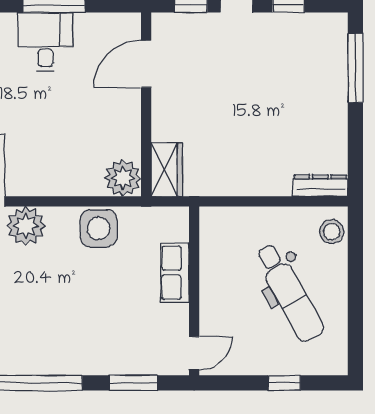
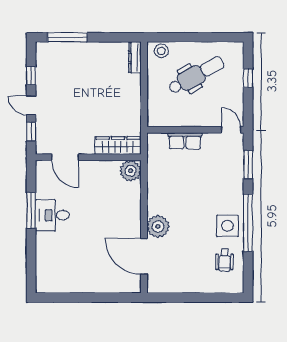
wardrobe: (167, 170) -> (118, 146), width x1.50
side table: (99, 228) -> (227, 226), moved

